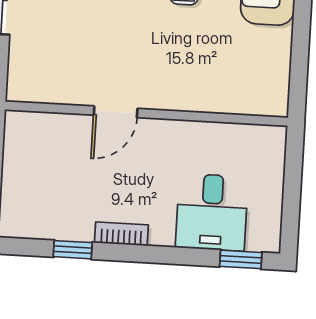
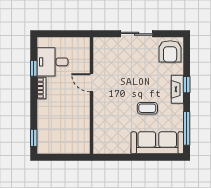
desk: (212, 212) -> (52, 62), moved

